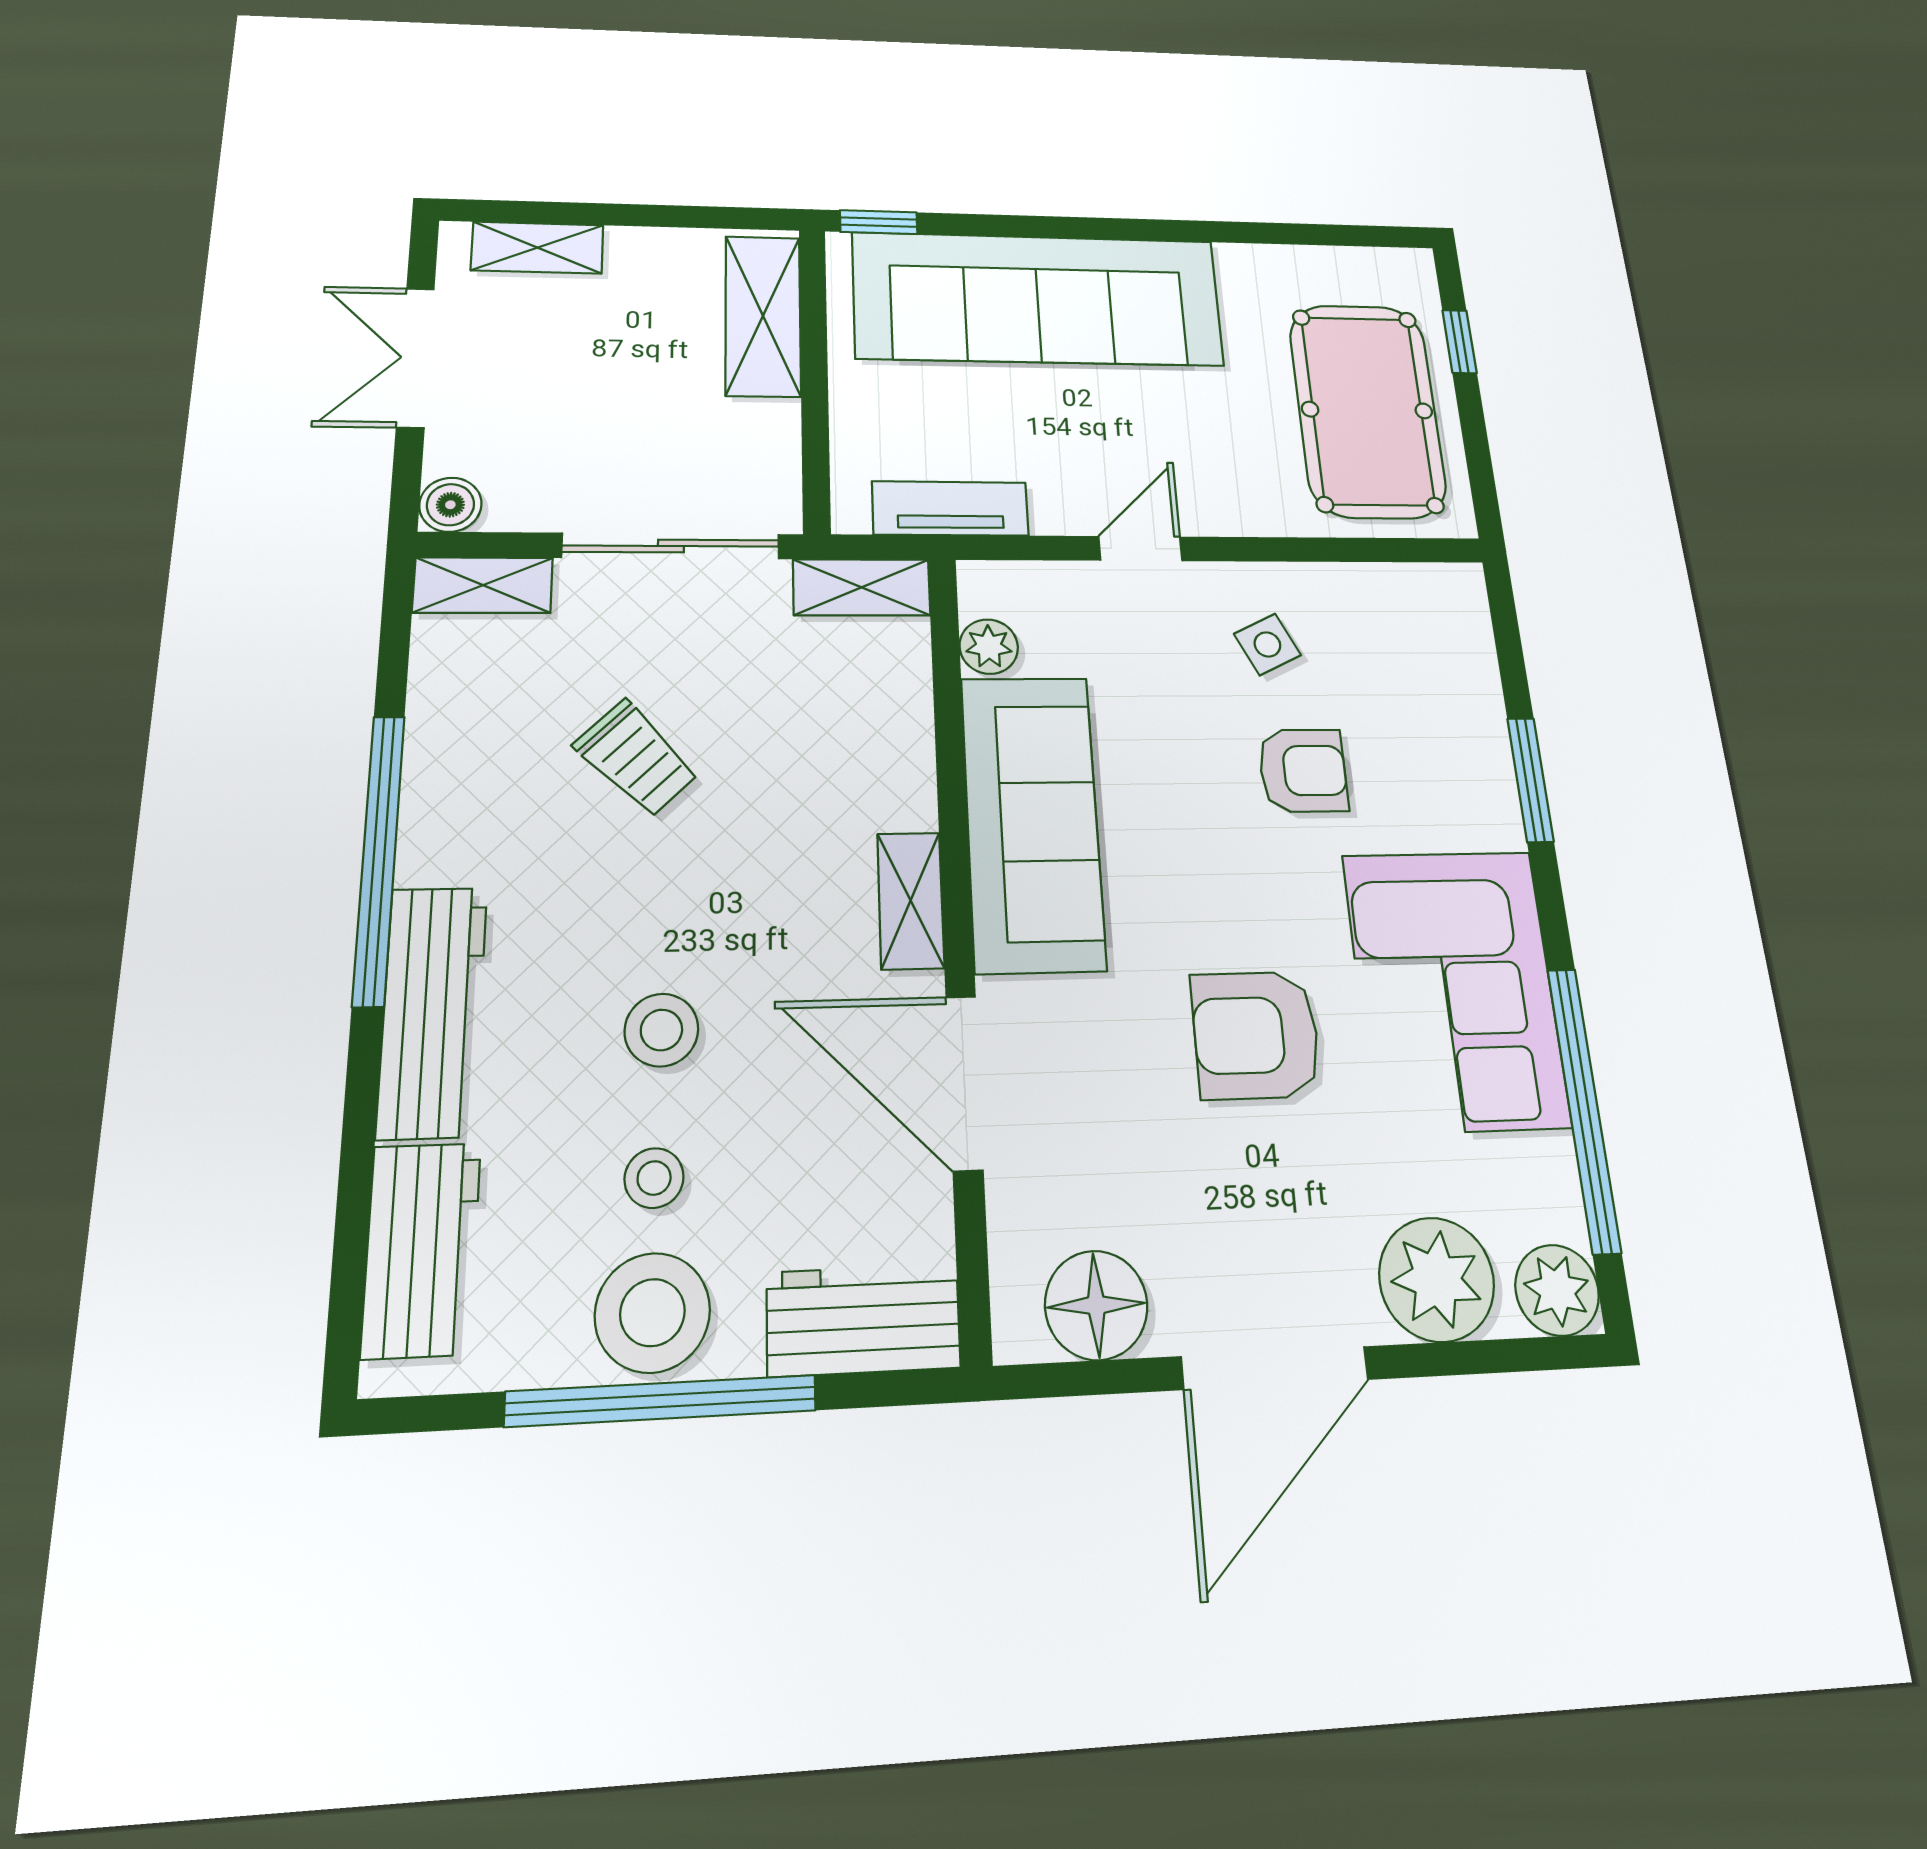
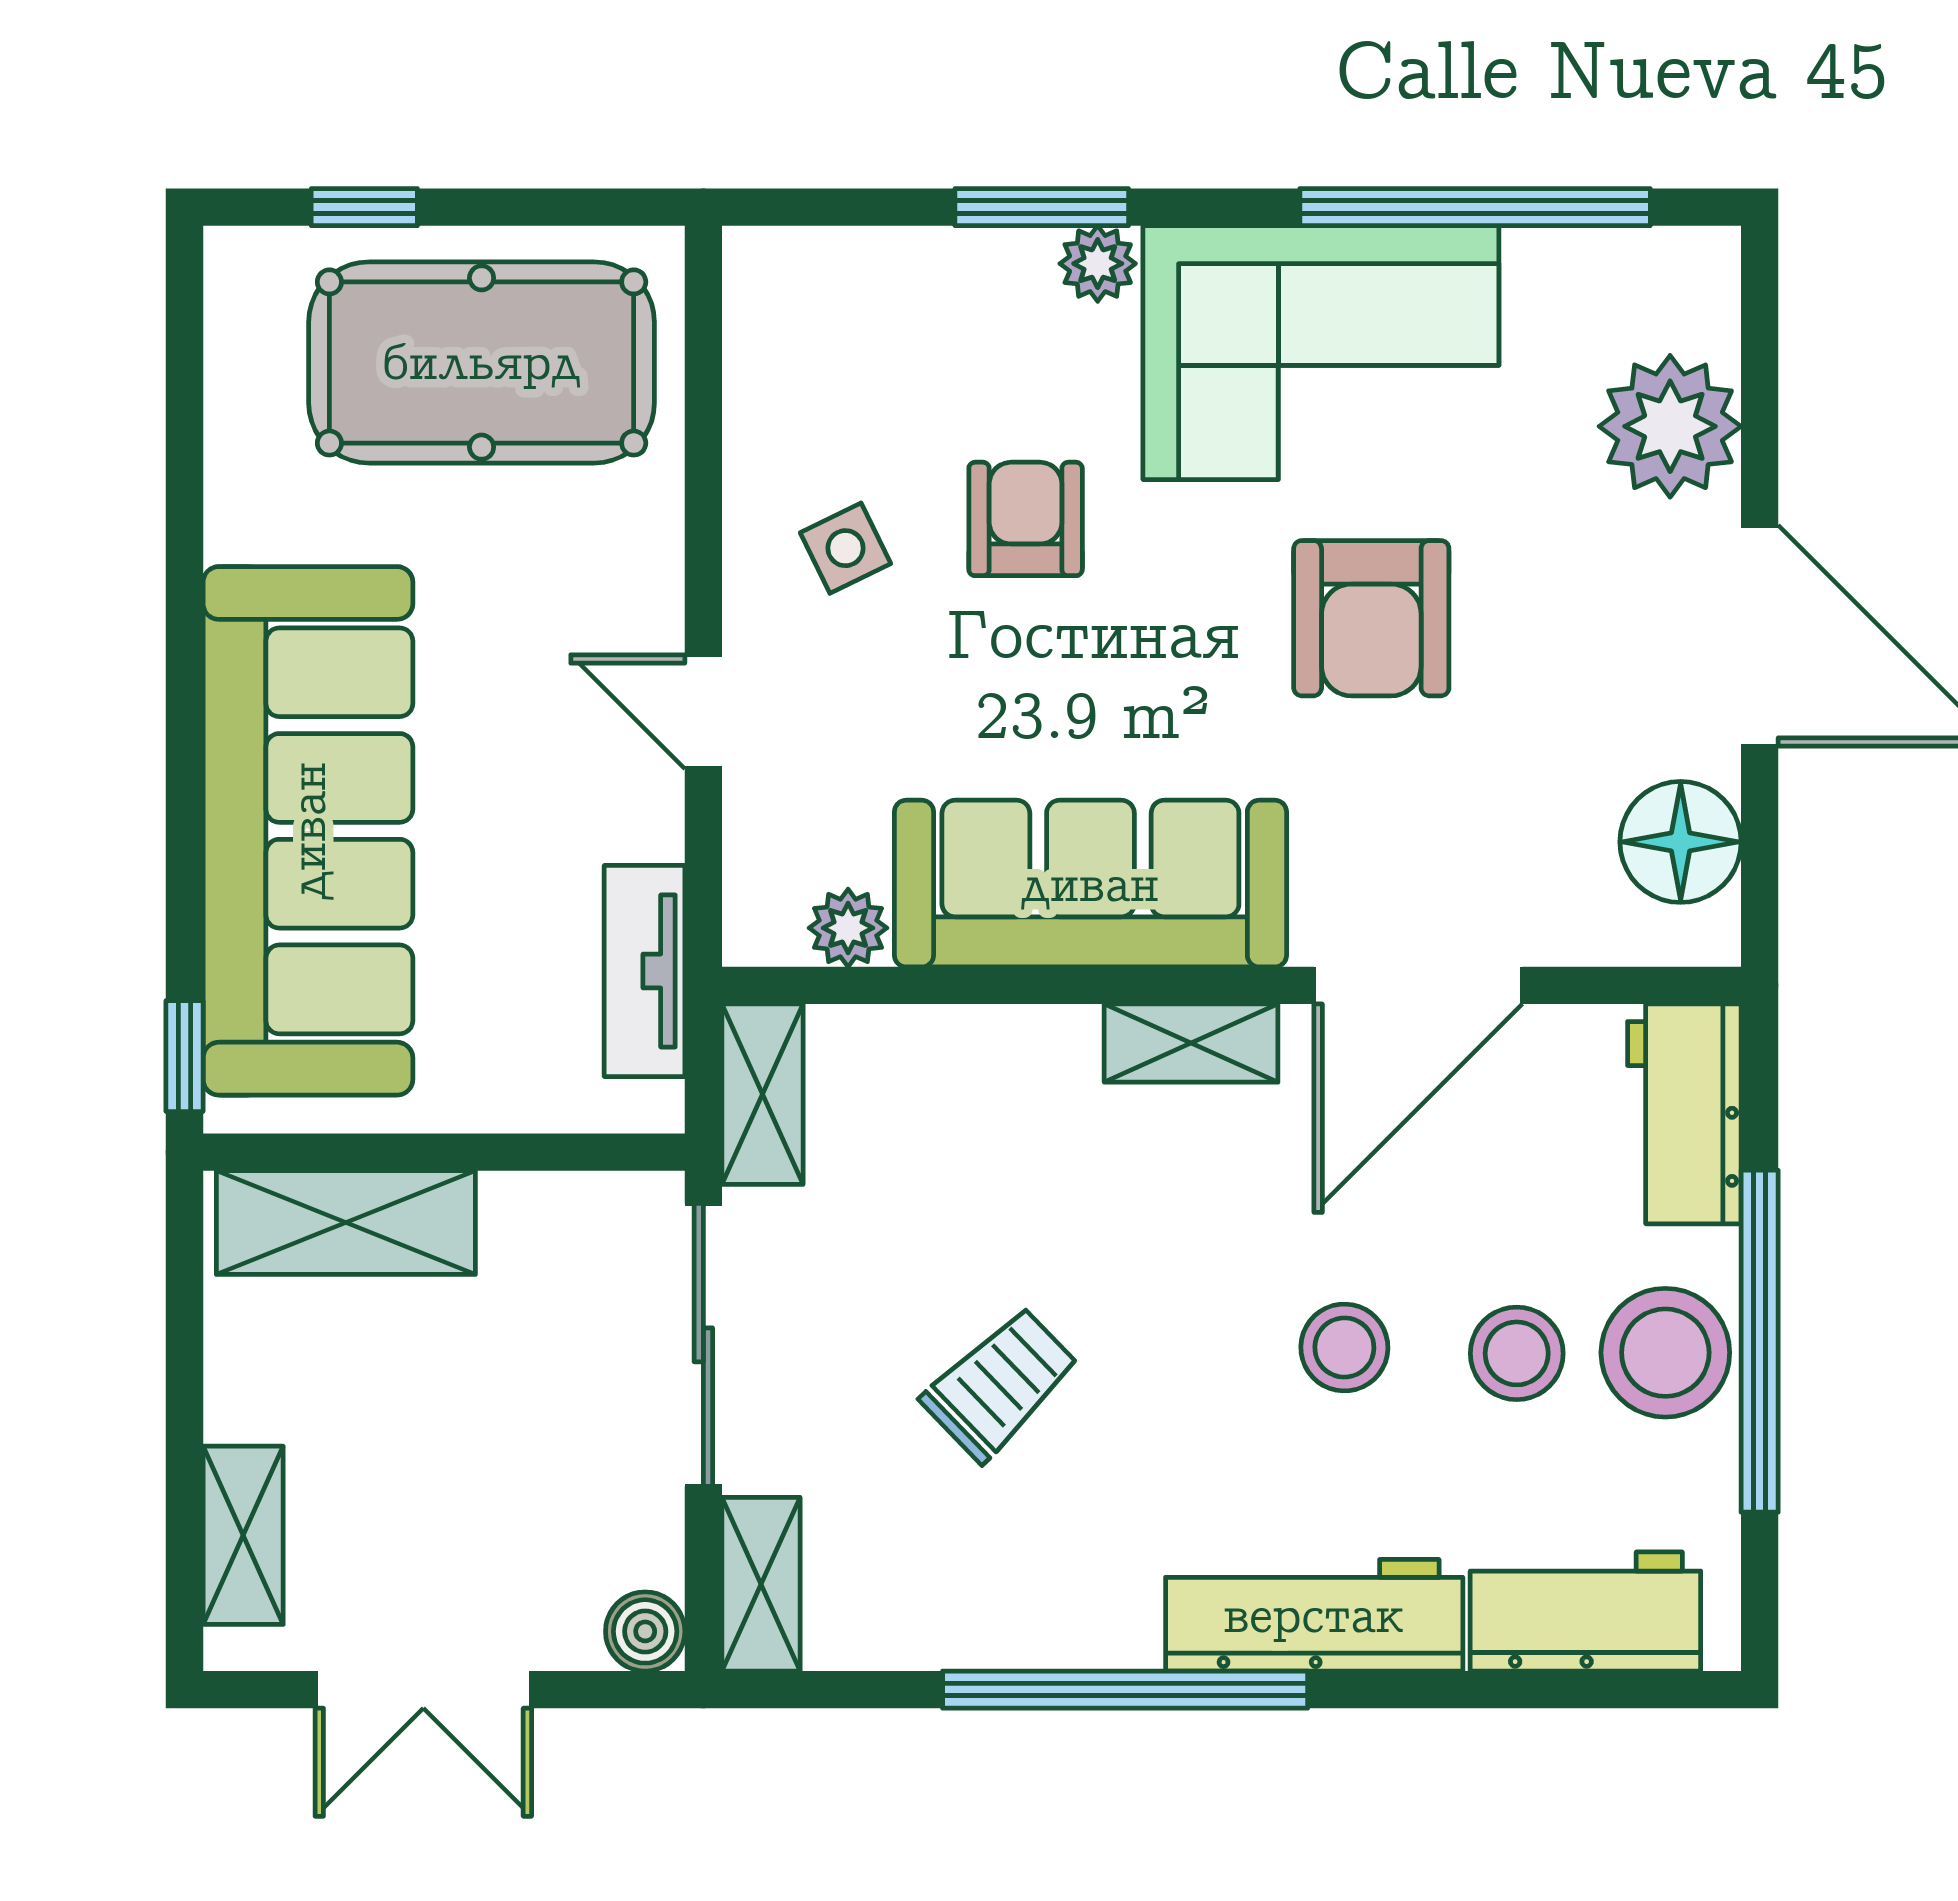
stool: (654, 1178) -> (1517, 1353), width x1.37, depth x1.37
plant: (1557, 1290) -> (1098, 264), moved, width x0.73, depth x0.73

